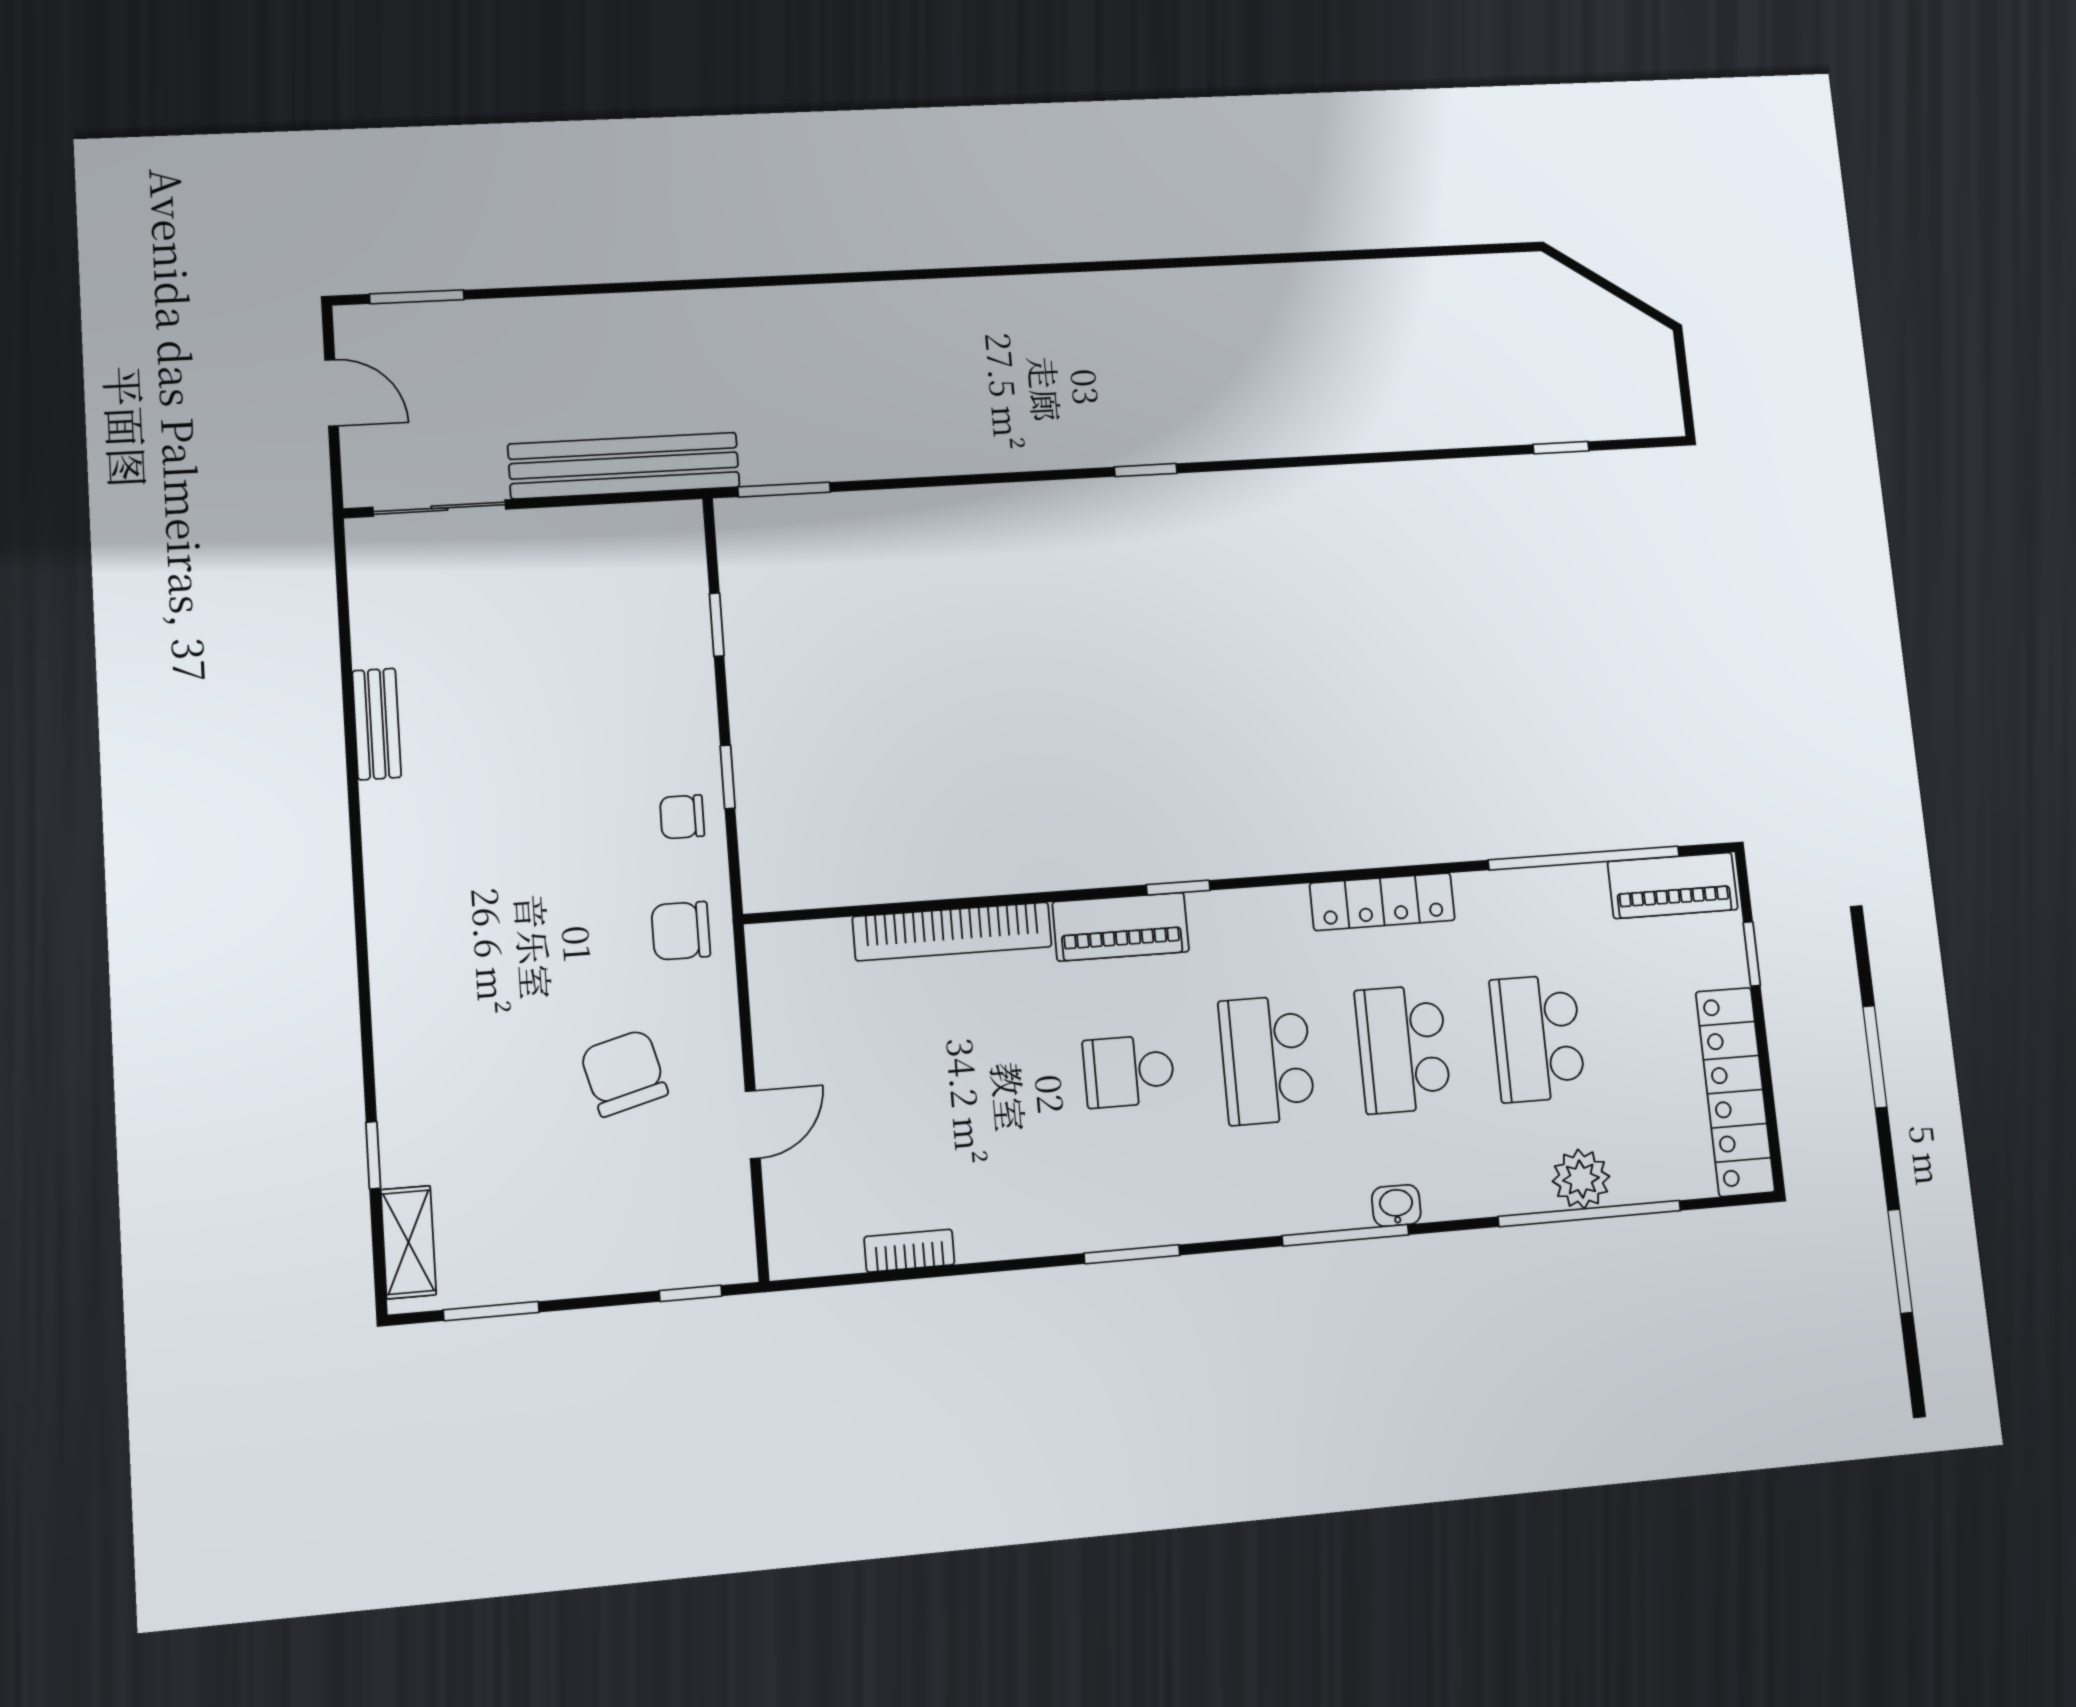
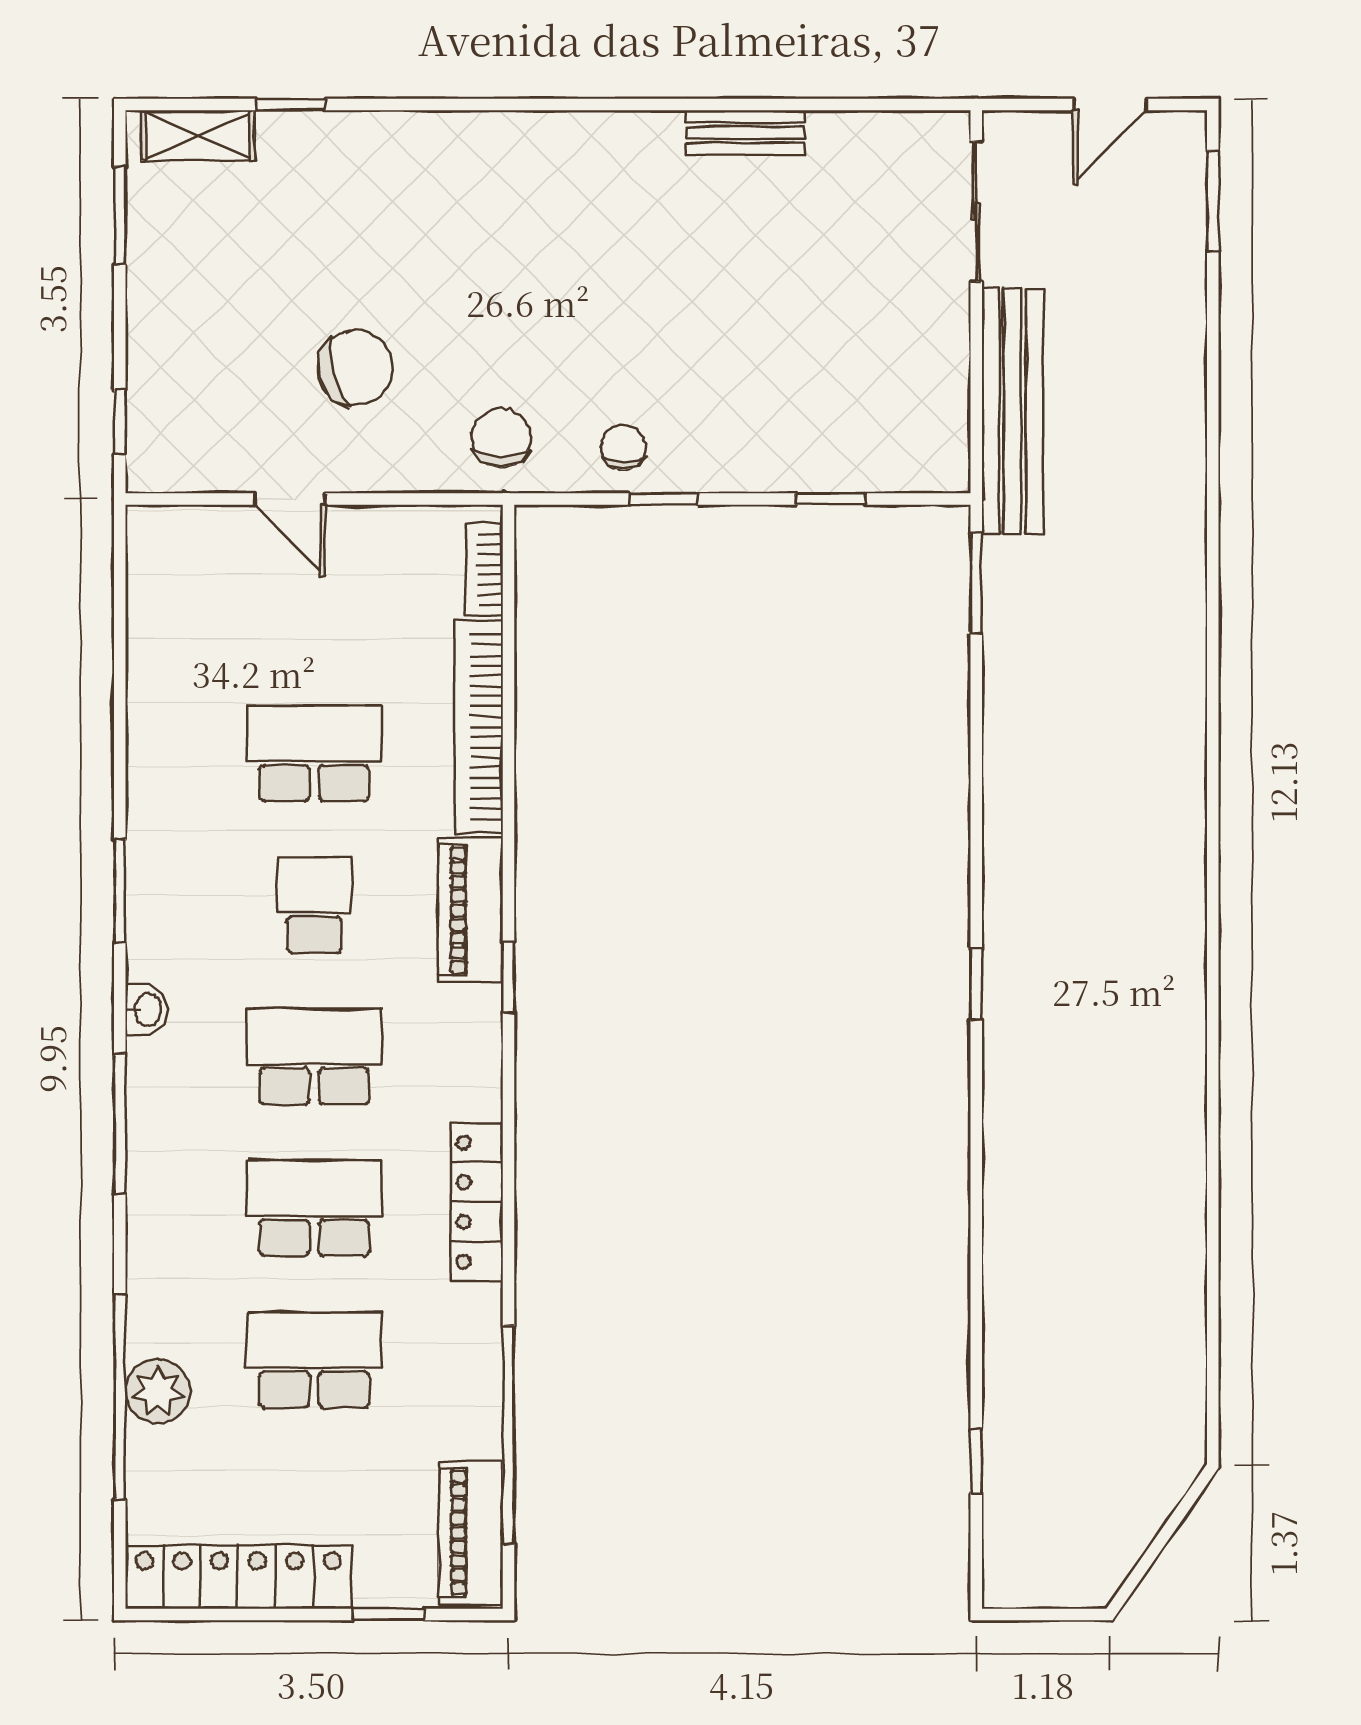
school desk: (989, 1082) -> (314, 753), added
washbasin: (1396, 1206) -> (147, 1010), moved
bookcase: (909, 1251) -> (484, 569), moved, turned 180

